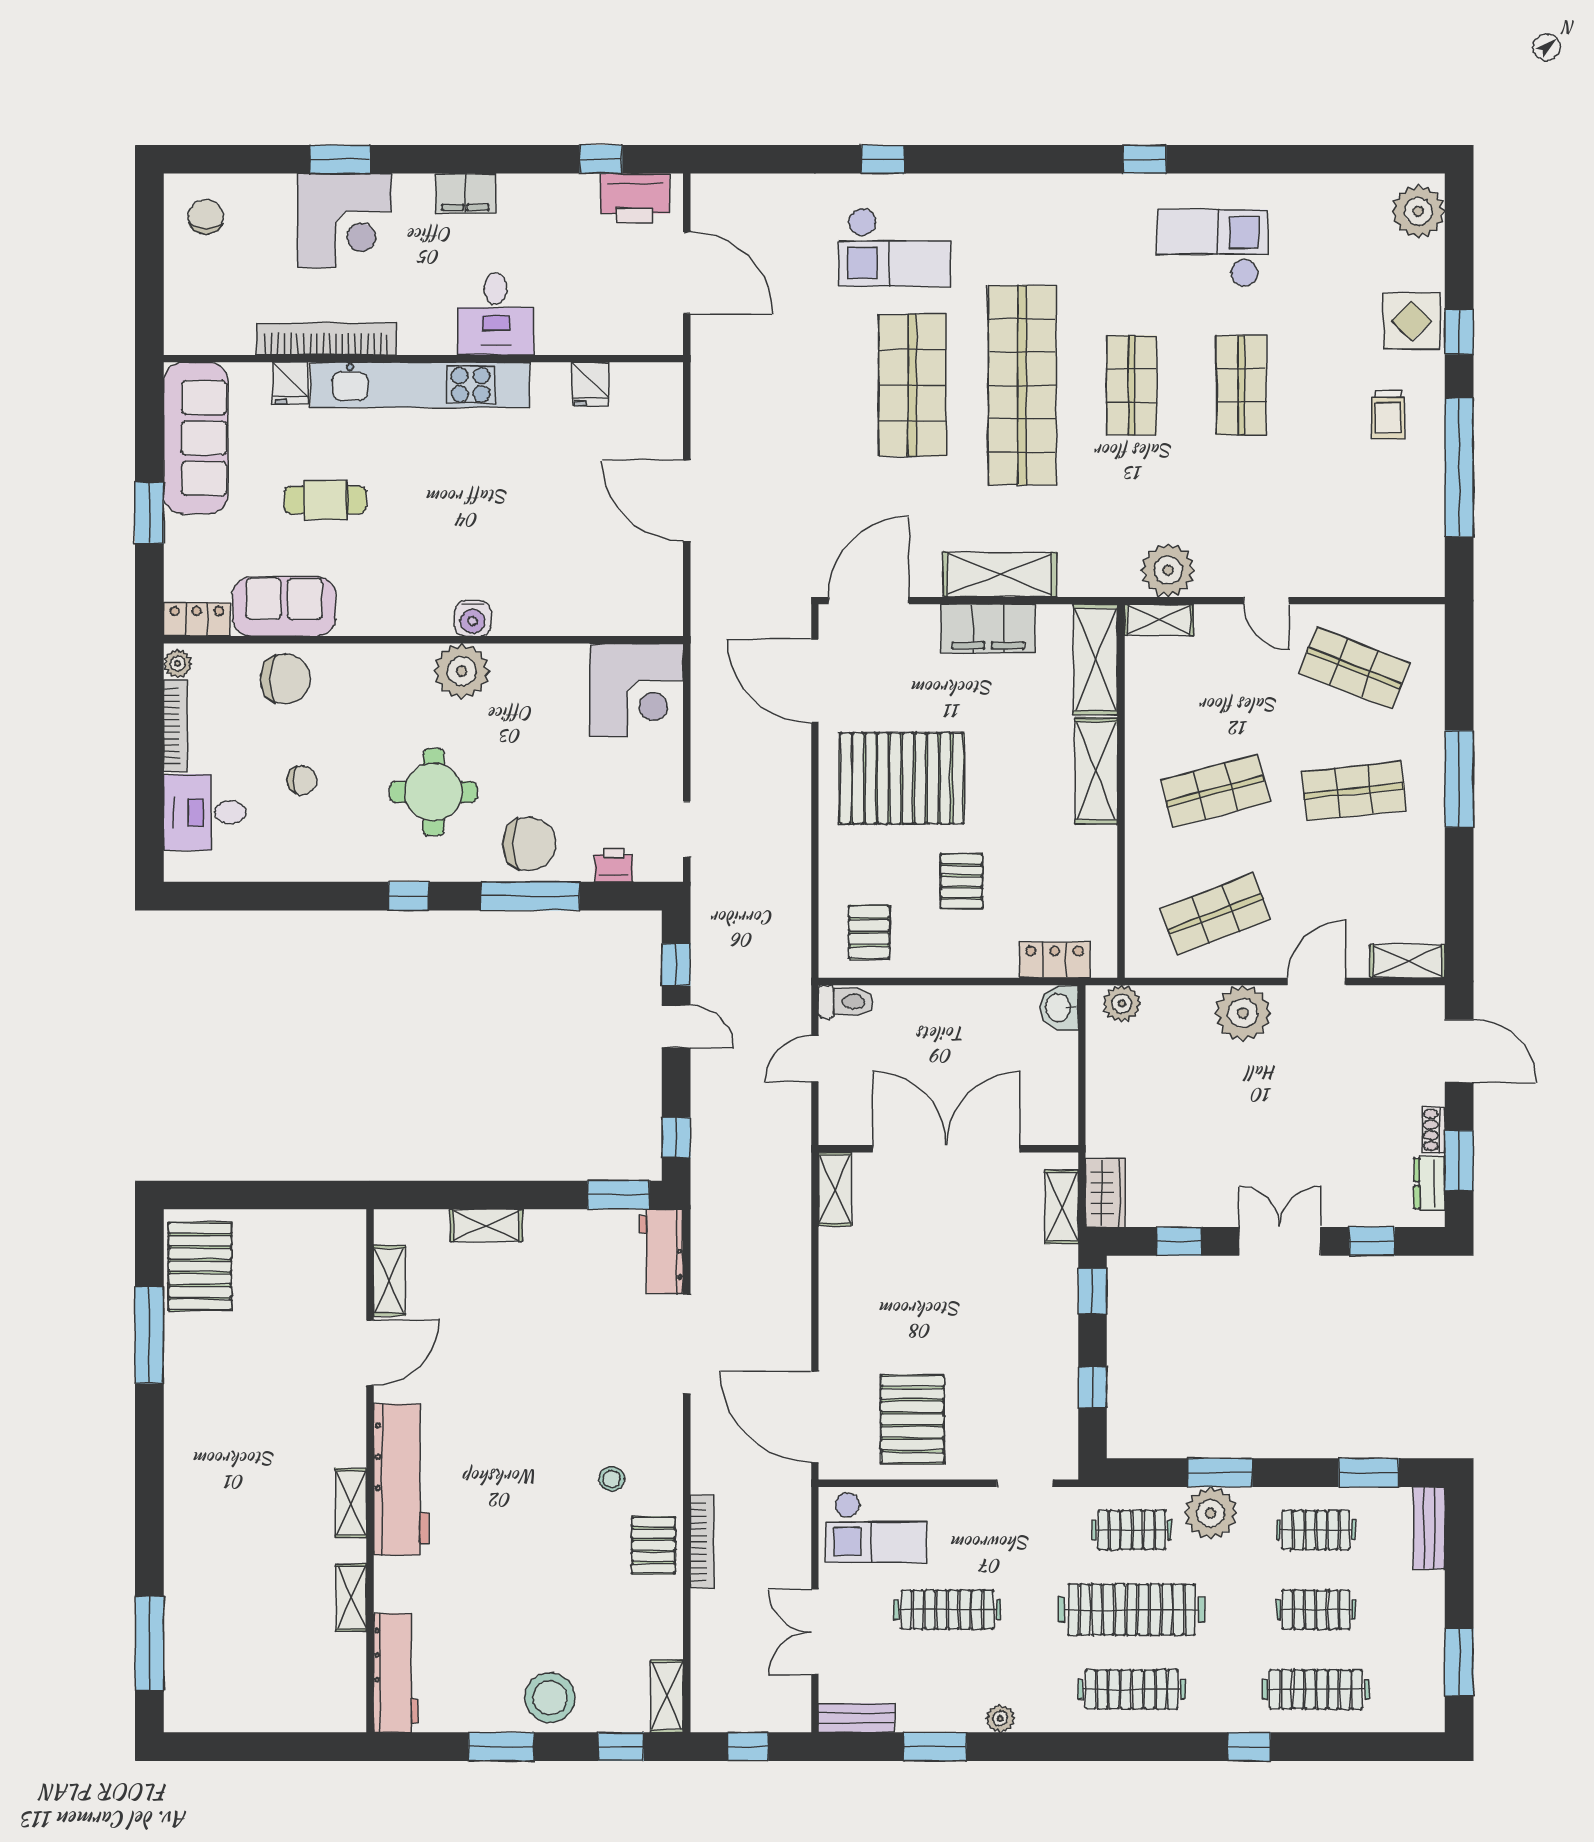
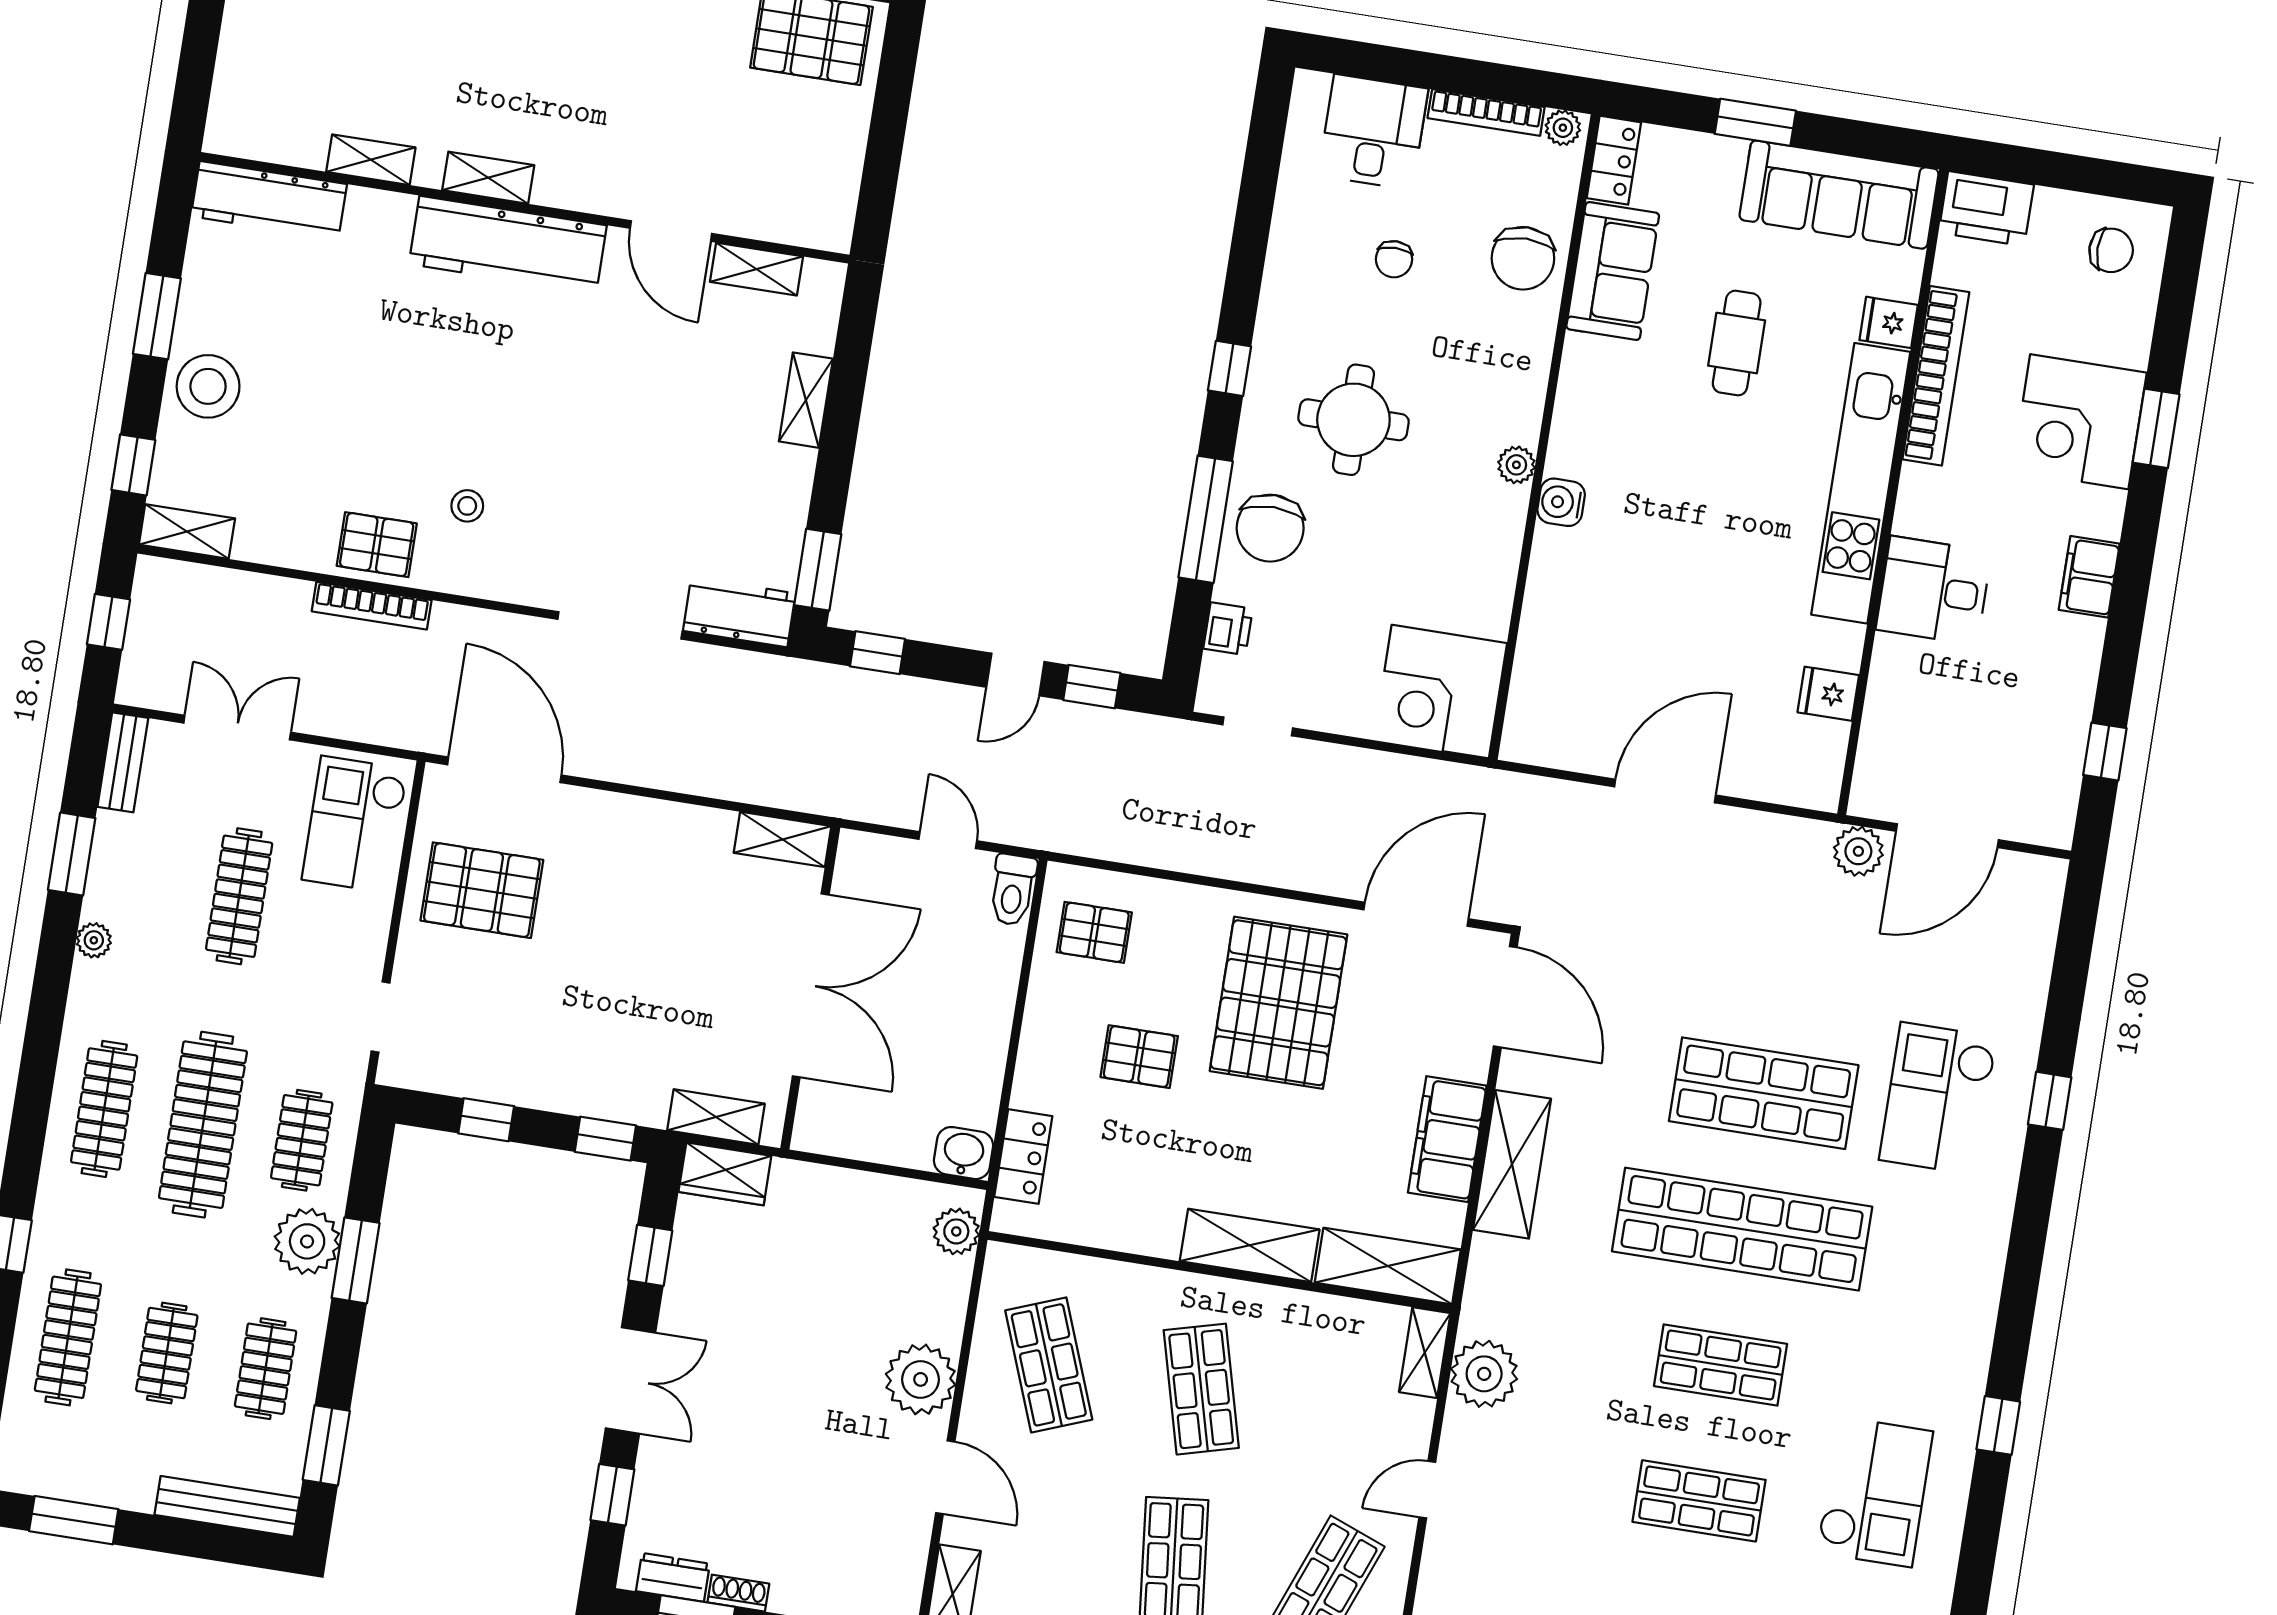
printer: (635, 198) -> (1986, 209), moved, turned -90
plant: (710, 341) -> (1858, 851), added
plant: (462, 671) -> (1516, 465), width x0.53, depth x0.53
door: (815, 1417) -> (504, 770), hinge flipped
bench: (1429, 1528) -> (227, 1506), width x1.36

